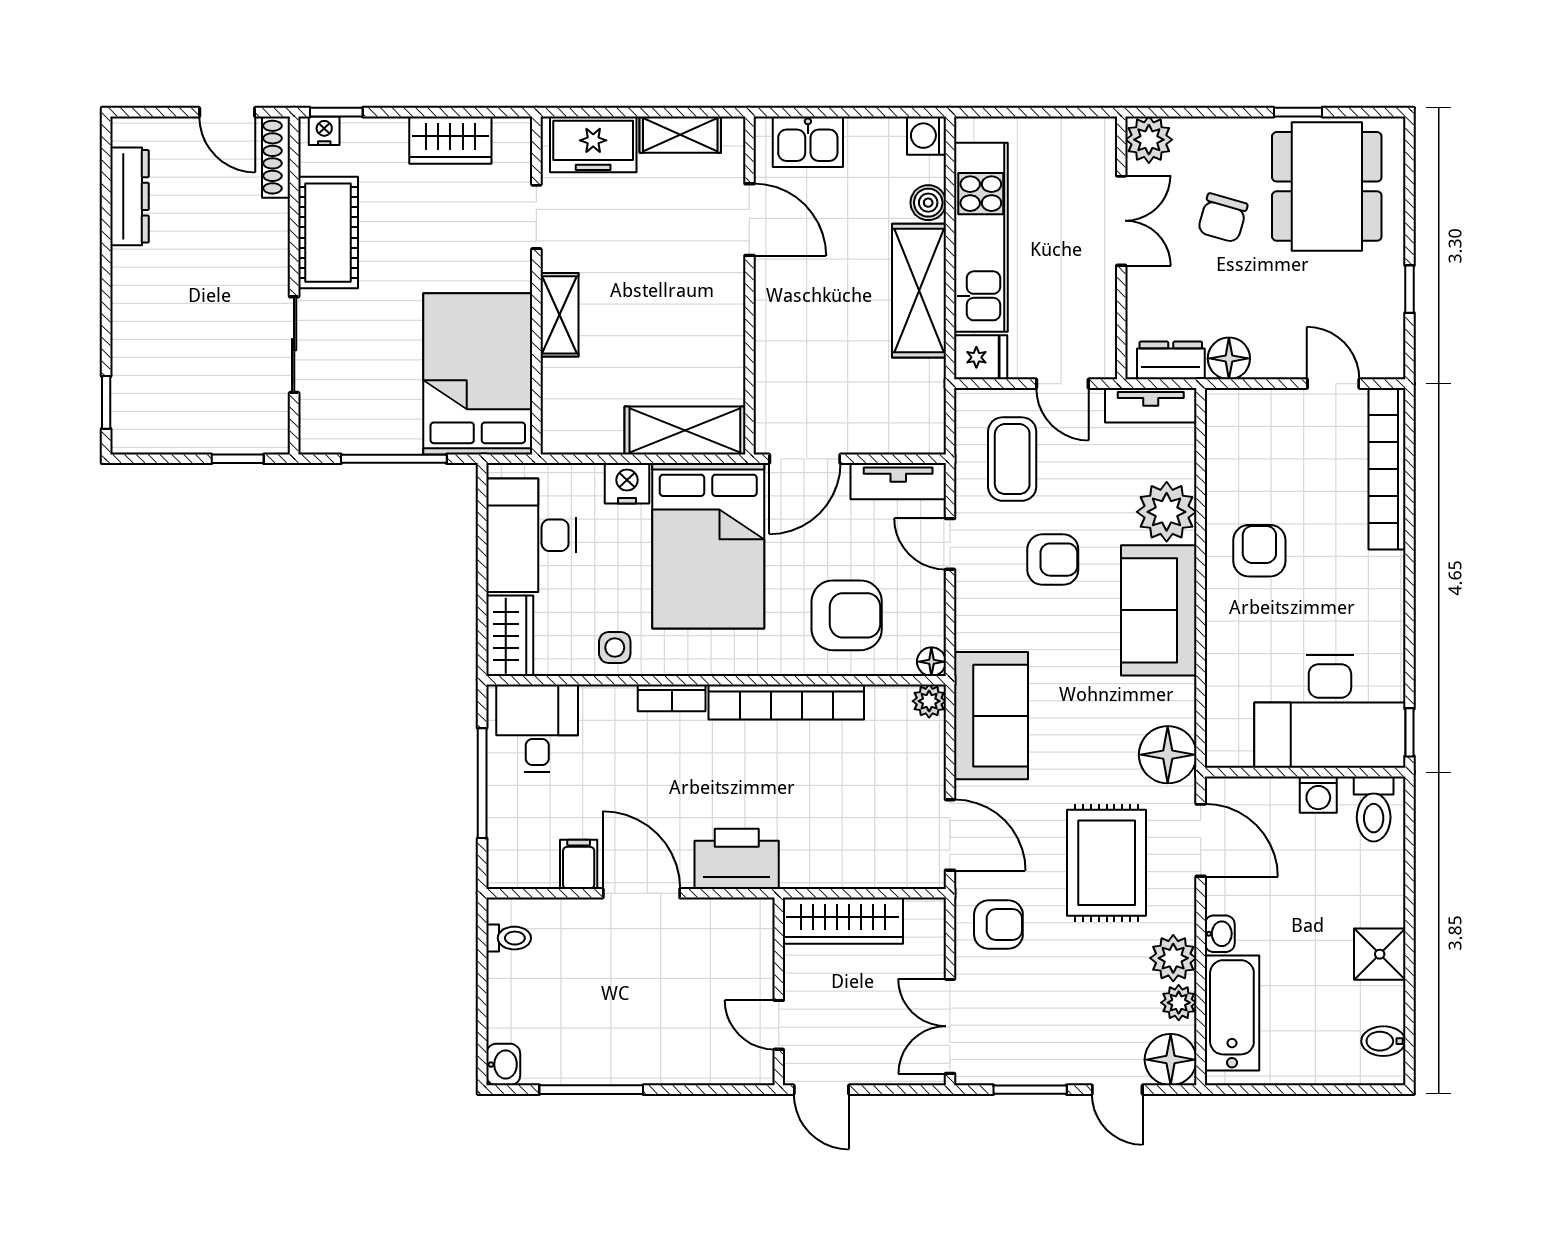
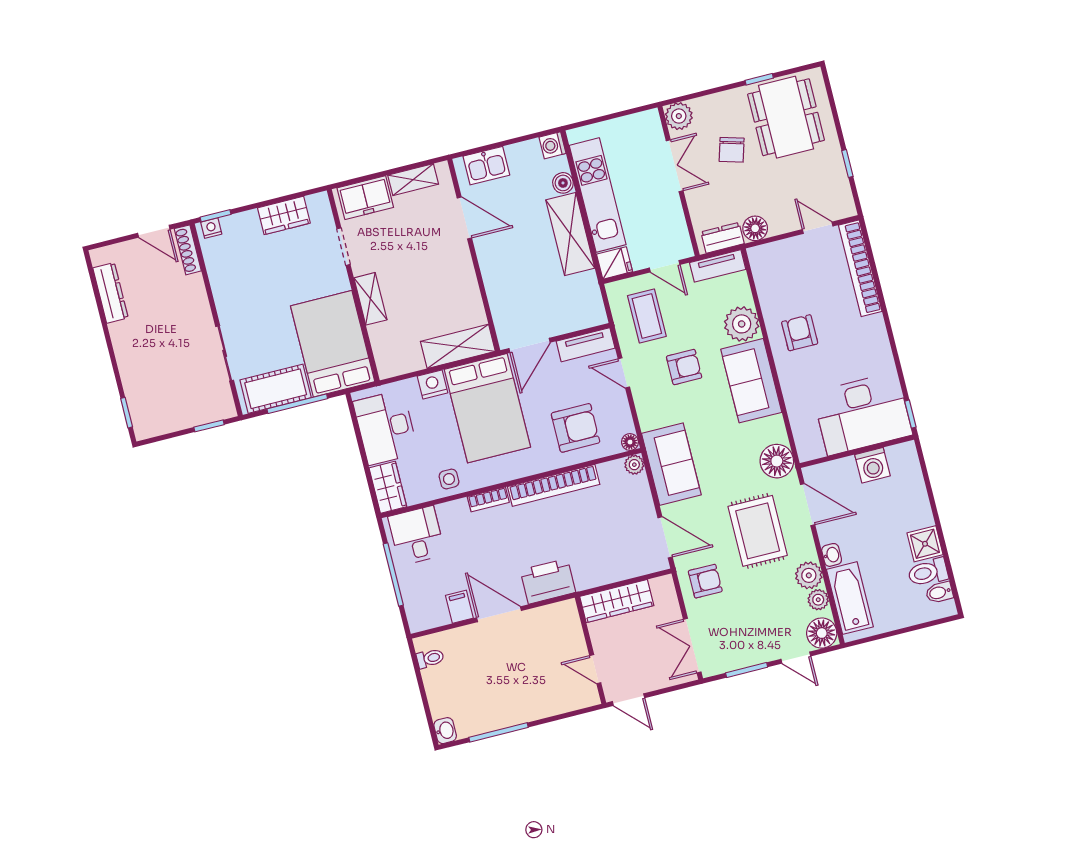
cot: (328, 233) -> (276, 389), moved, turned 90
washing machine: (1318, 795) -> (872, 465), width x1.38, depth x1.38
toilet: (1374, 809) -> (928, 572), moved, turned 90

